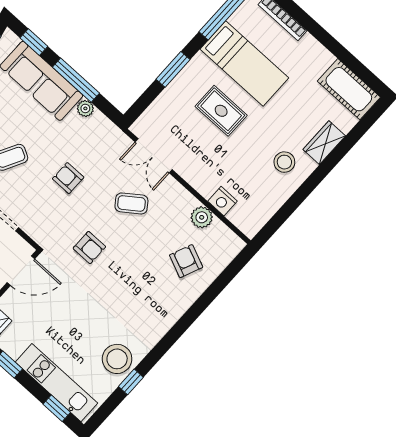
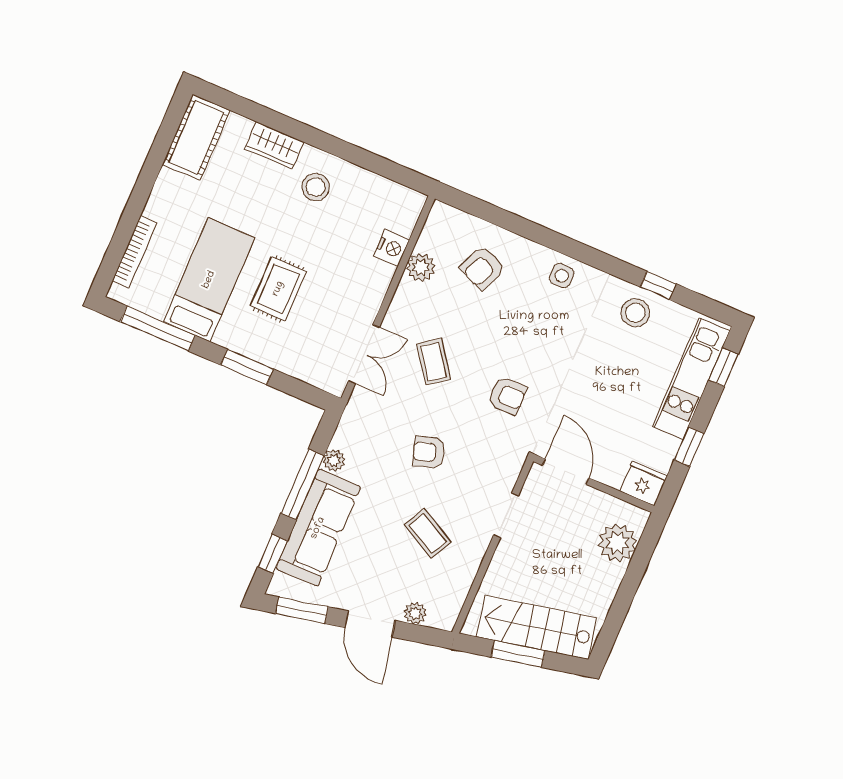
armchair: (68, 178) -> (429, 452), turned 72
armchair: (89, 248) -> (507, 396), turned 90
side table: (161, 315) -> (562, 276), added
stool: (117, 359) -> (635, 313), width x0.73, depth x0.73

